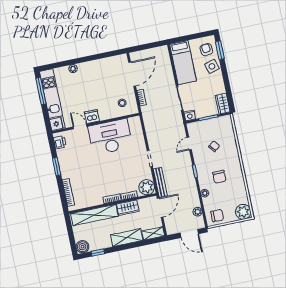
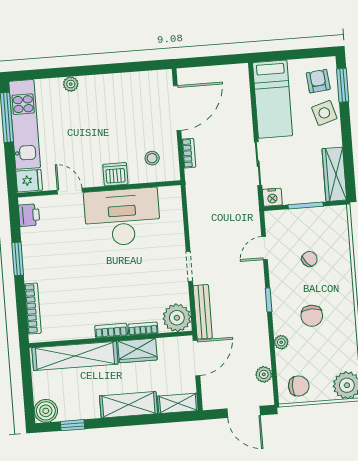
wardrobe: (223, 104) -> (334, 174), width x1.50
dishwasher: (92, 117) -> (115, 174), moved

